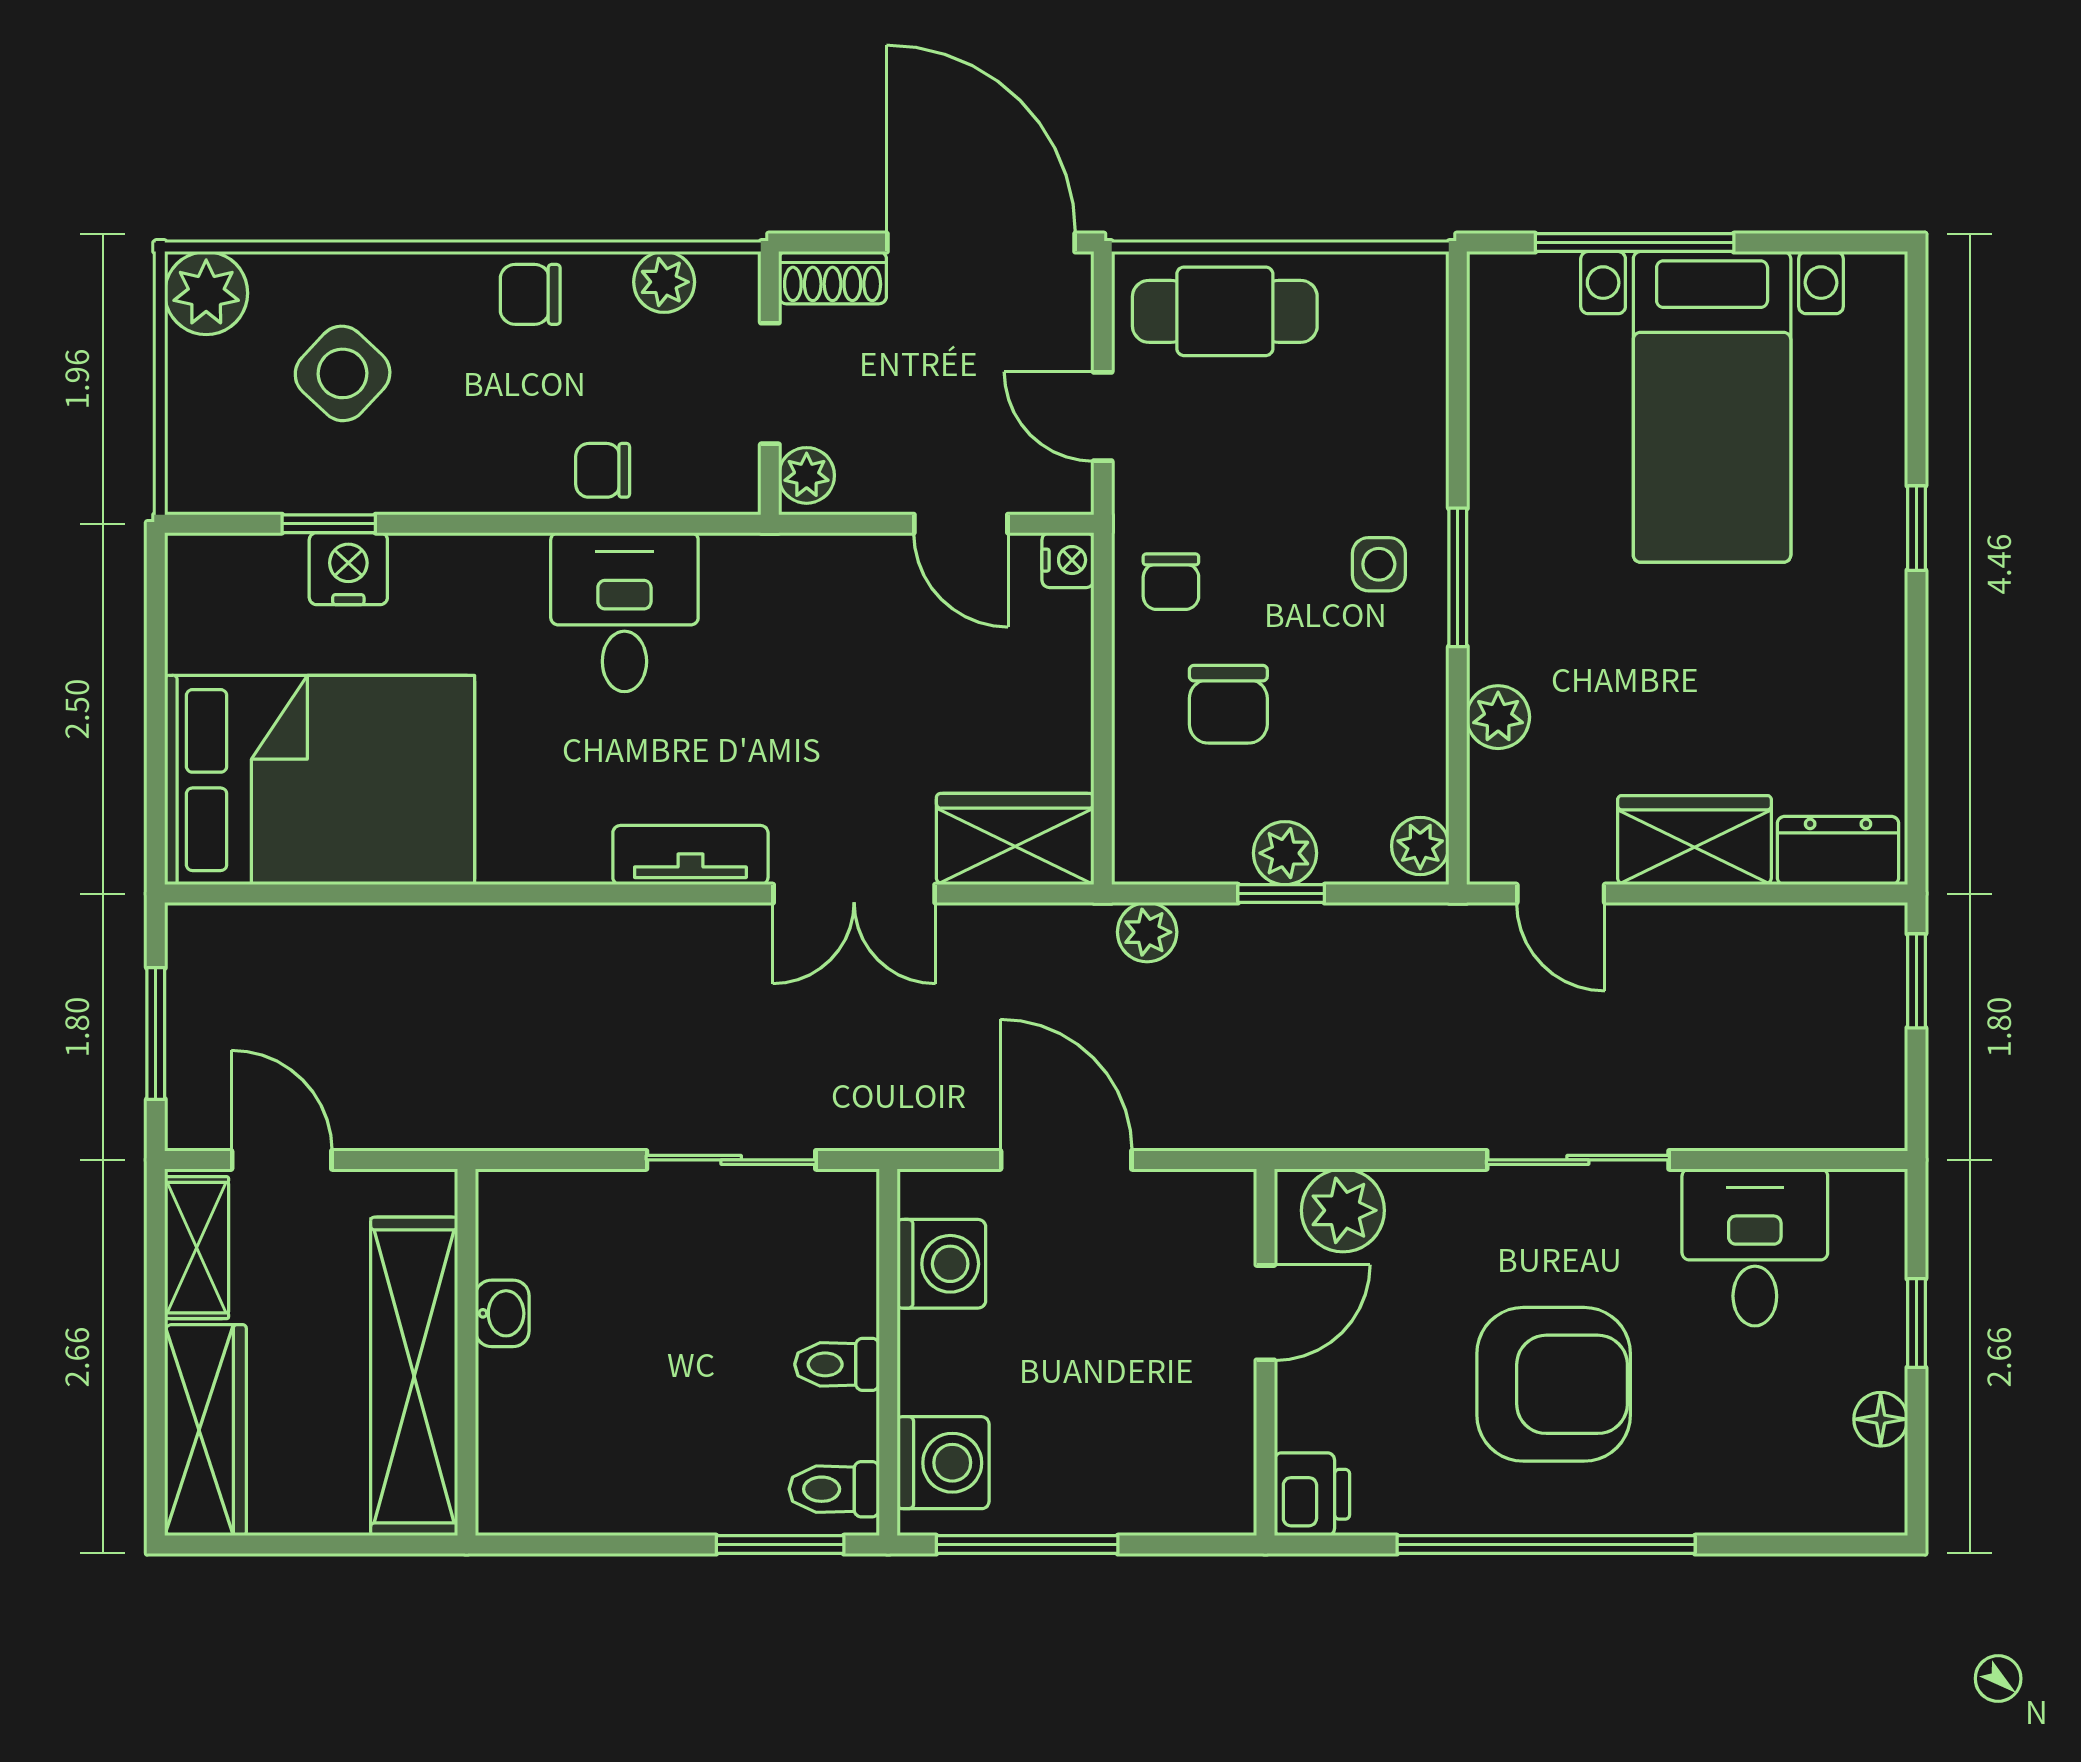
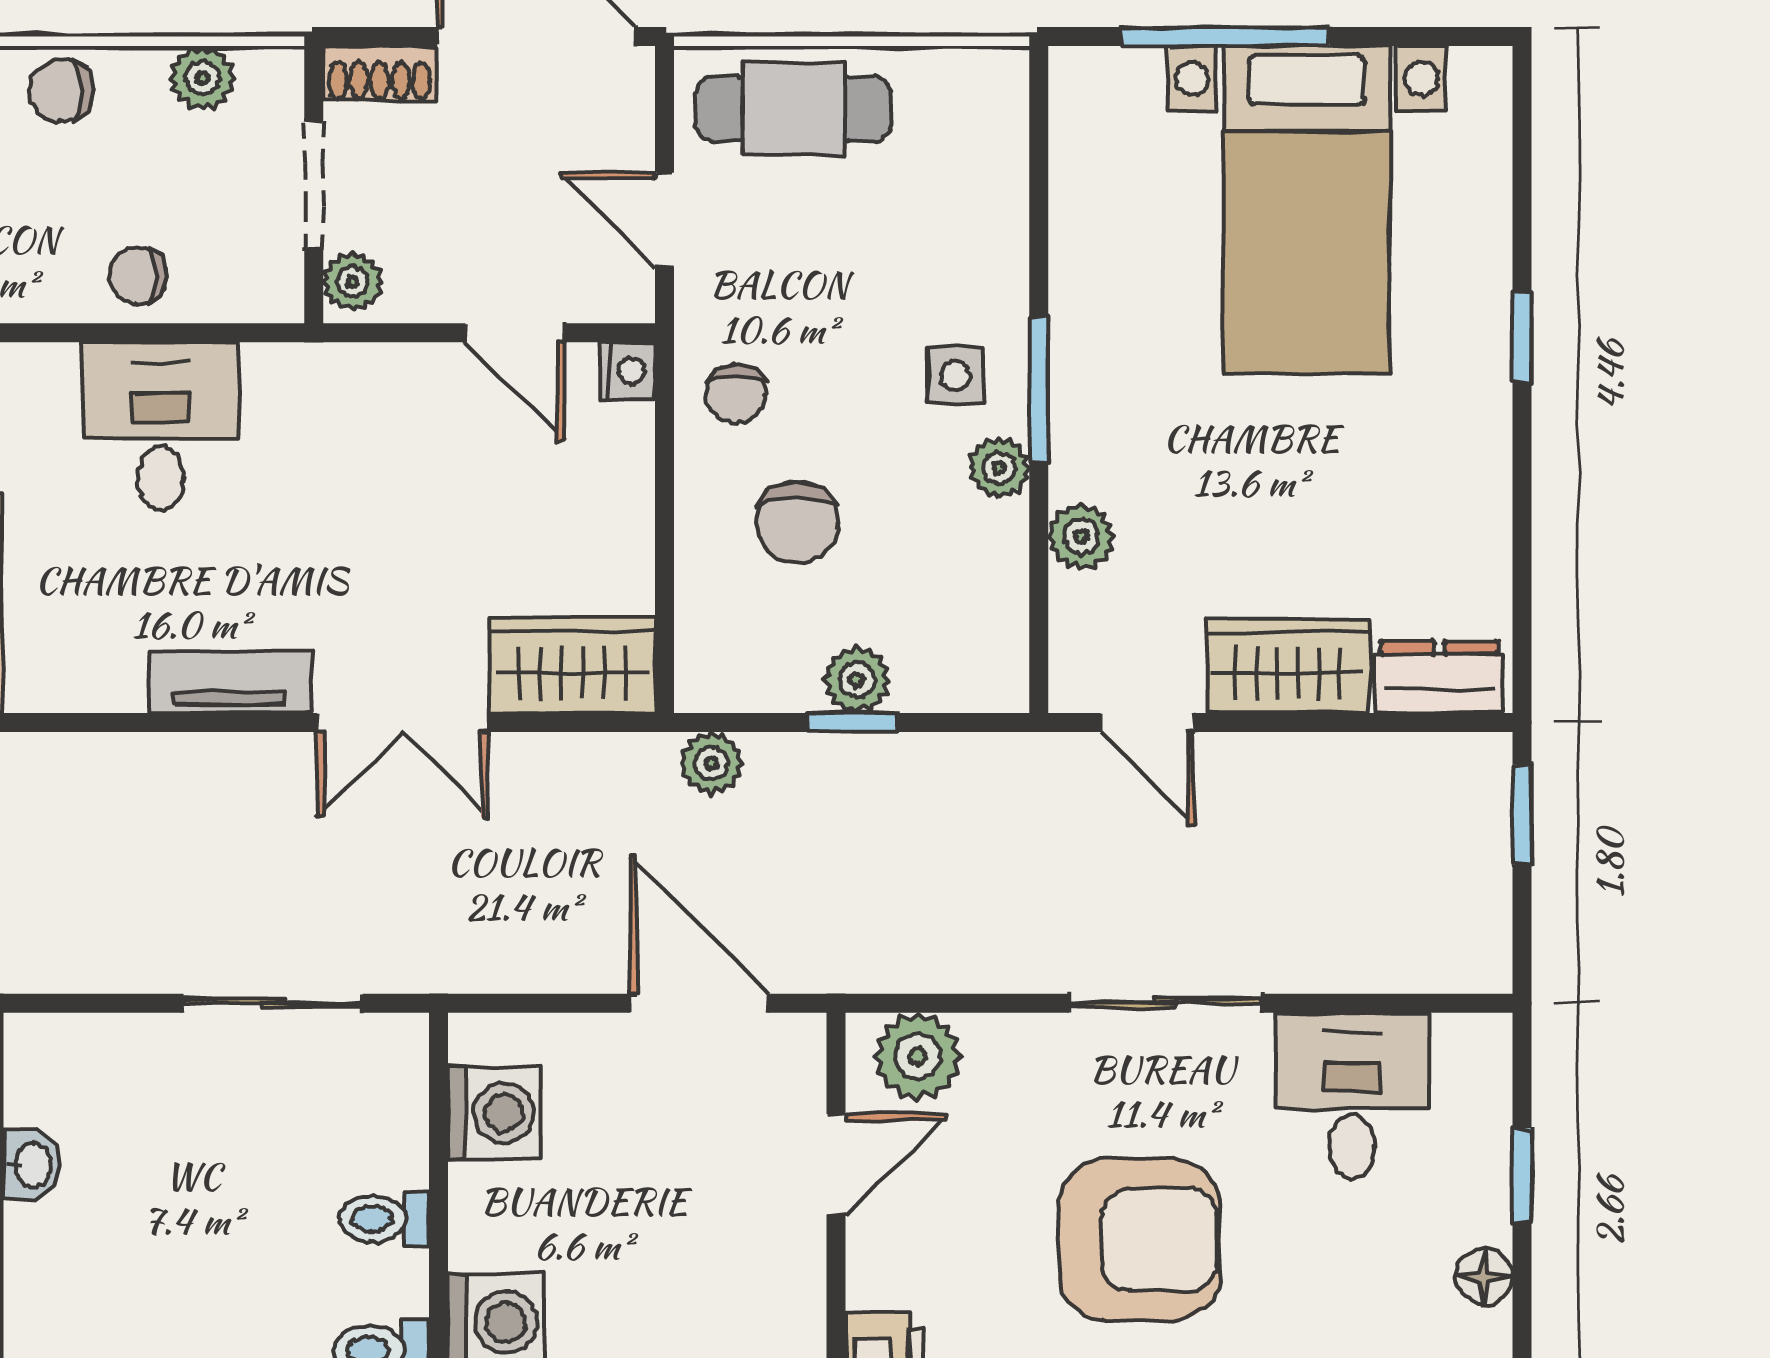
plant: (1420, 846) -> (999, 468), moved
door: (1066, 1160) -> (699, 1003), moved

